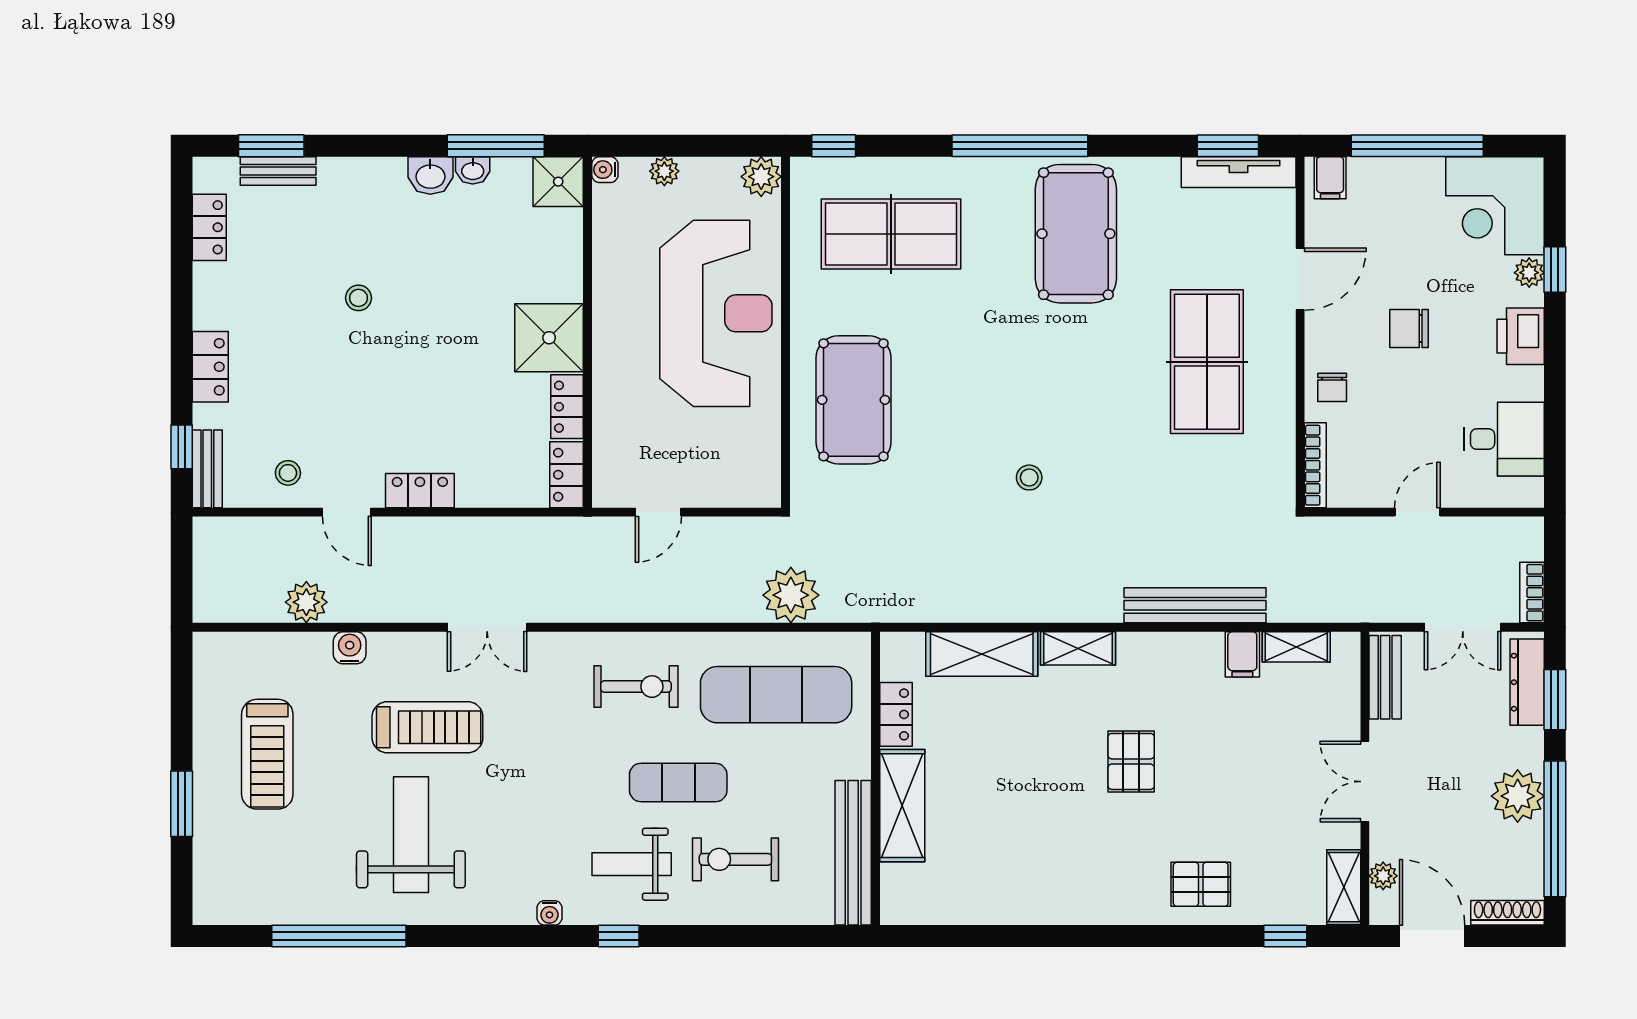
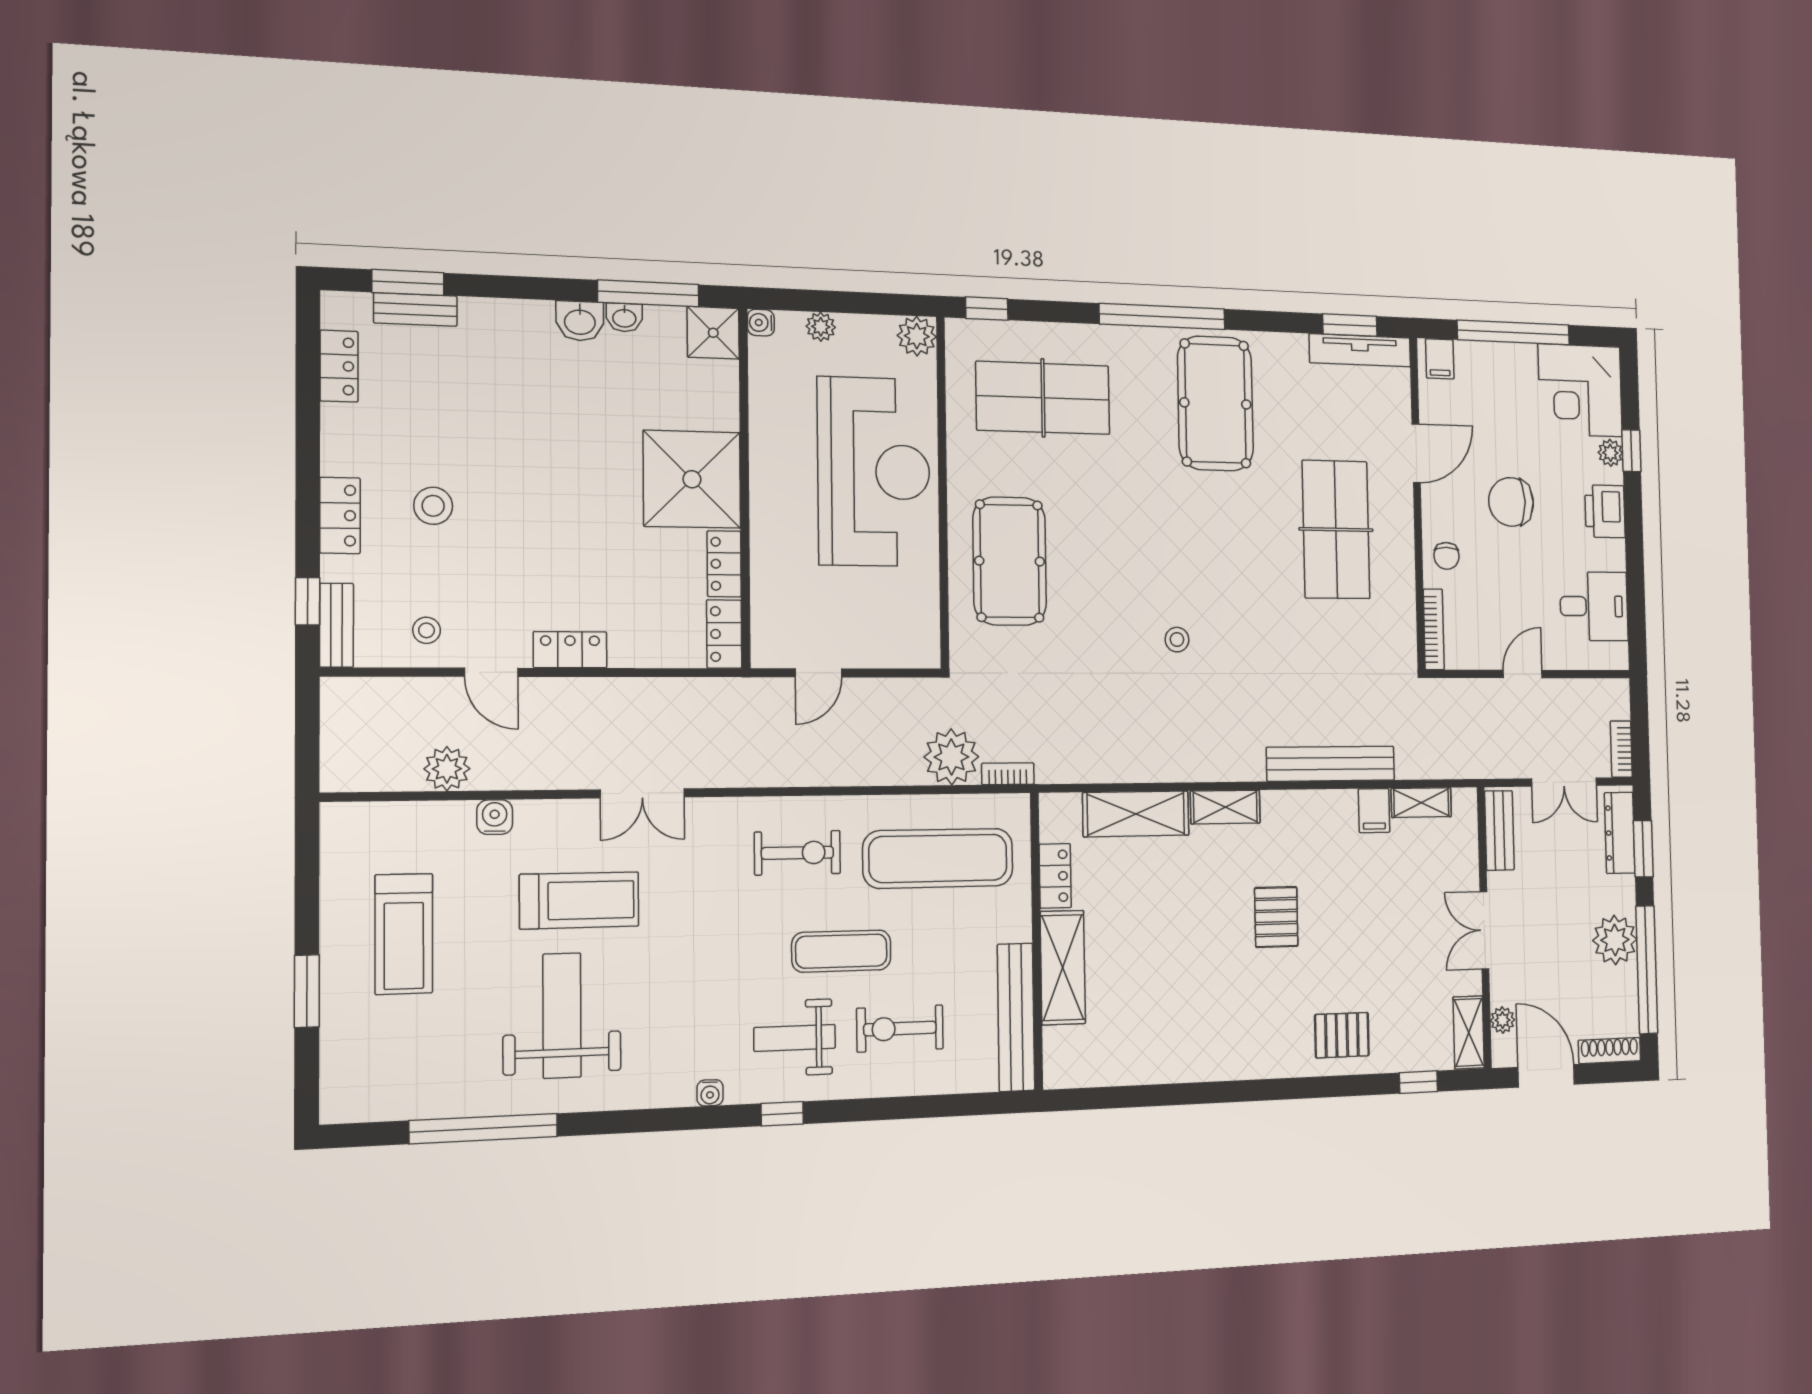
stool: (359, 298) -> (433, 506), moved, width x1.37, depth x1.37
chair: (1409, 328) -> (1511, 502), width x1.37, depth x1.37
shower: (549, 338) -> (692, 479), width x1.37, depth x1.37
bookcase: (848, 612) -> (1008, 774), added

